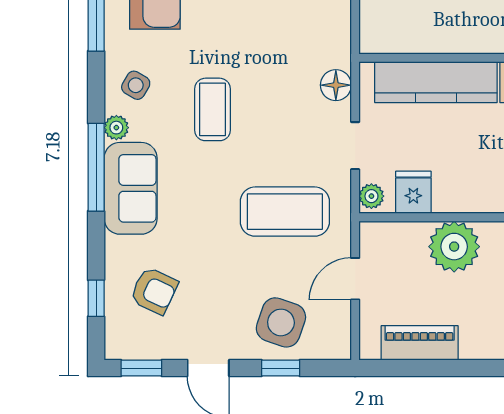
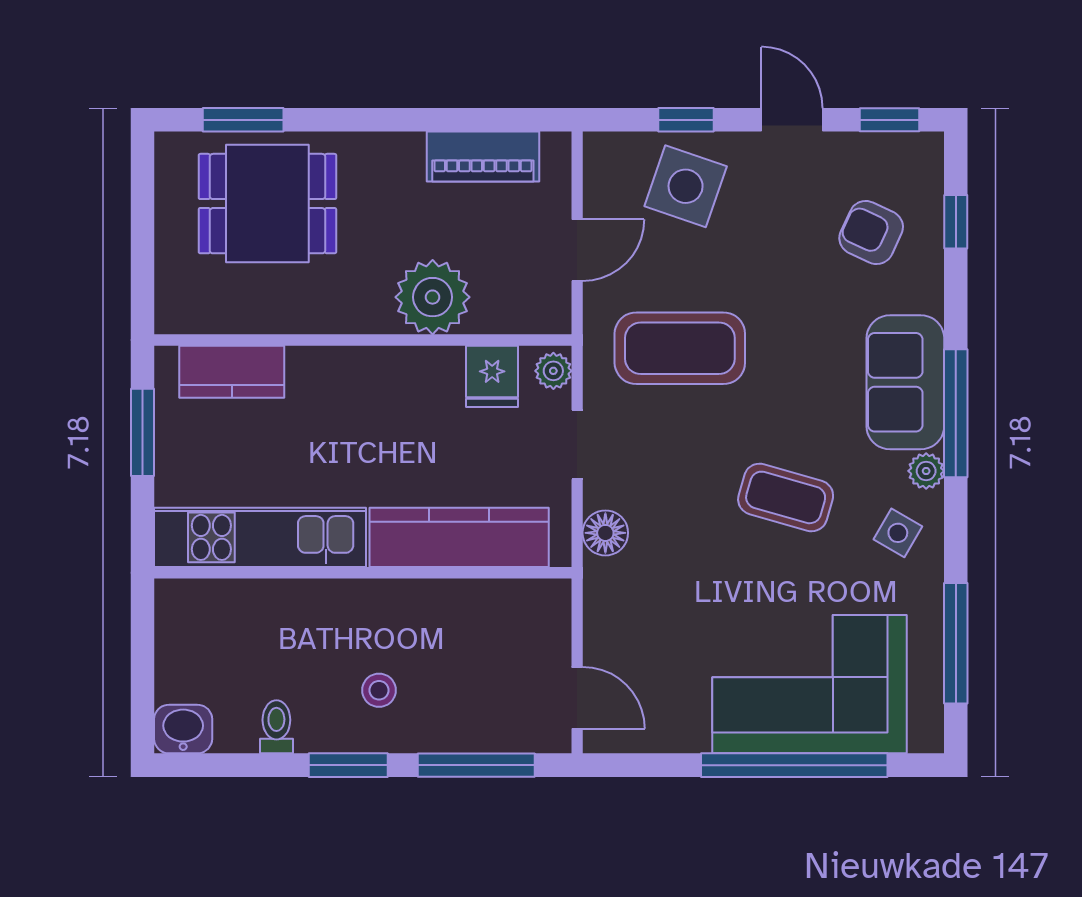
coffee table: (212, 109) -> (786, 497), turned -74

